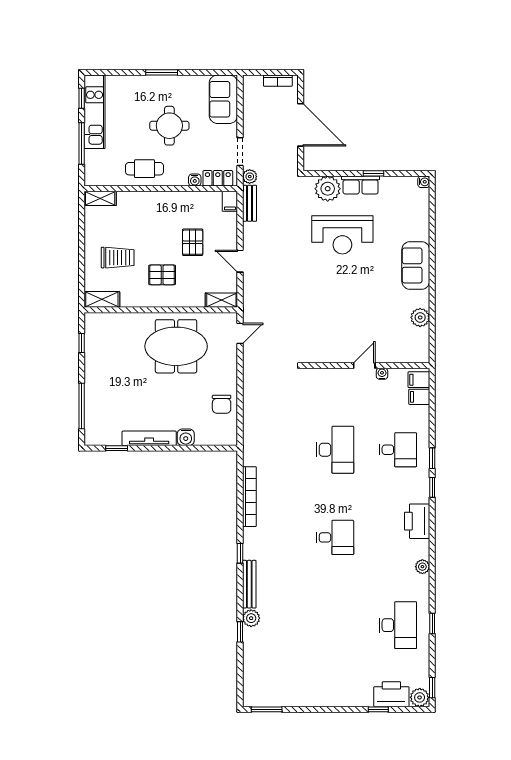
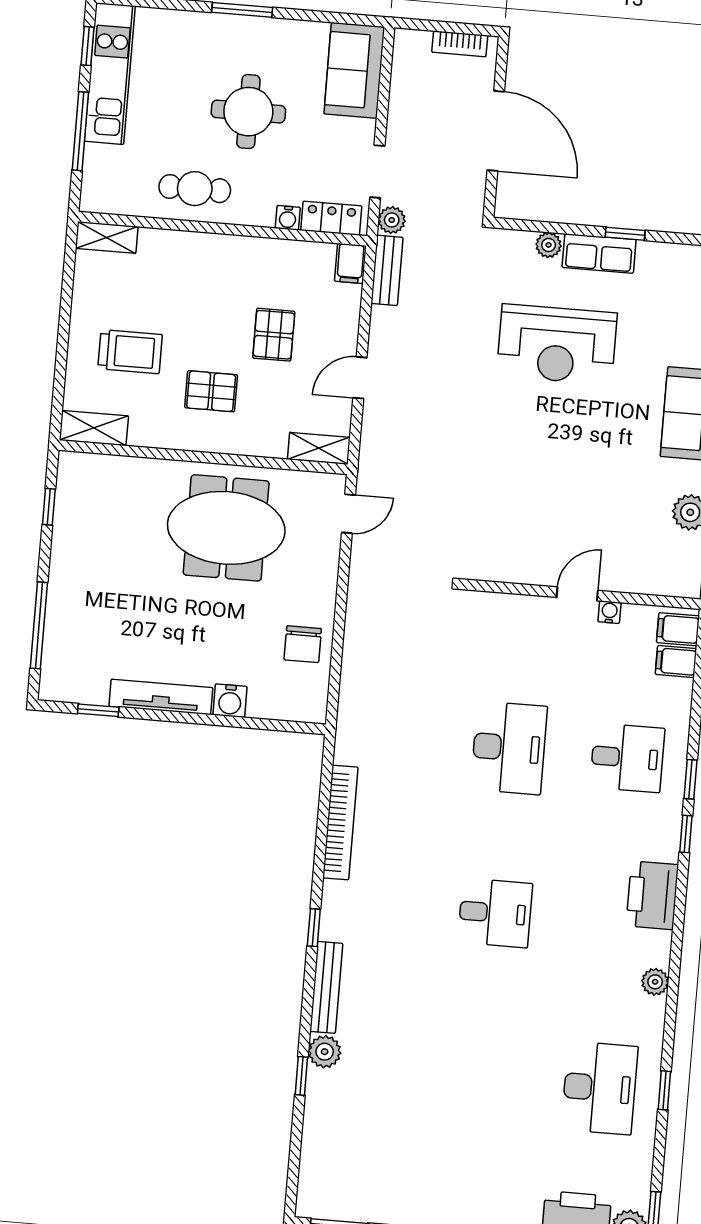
plant: (328, 189) -> (549, 245), width x0.53, depth x0.53
door: (240, 261) -> (360, 378), hinge flipped

